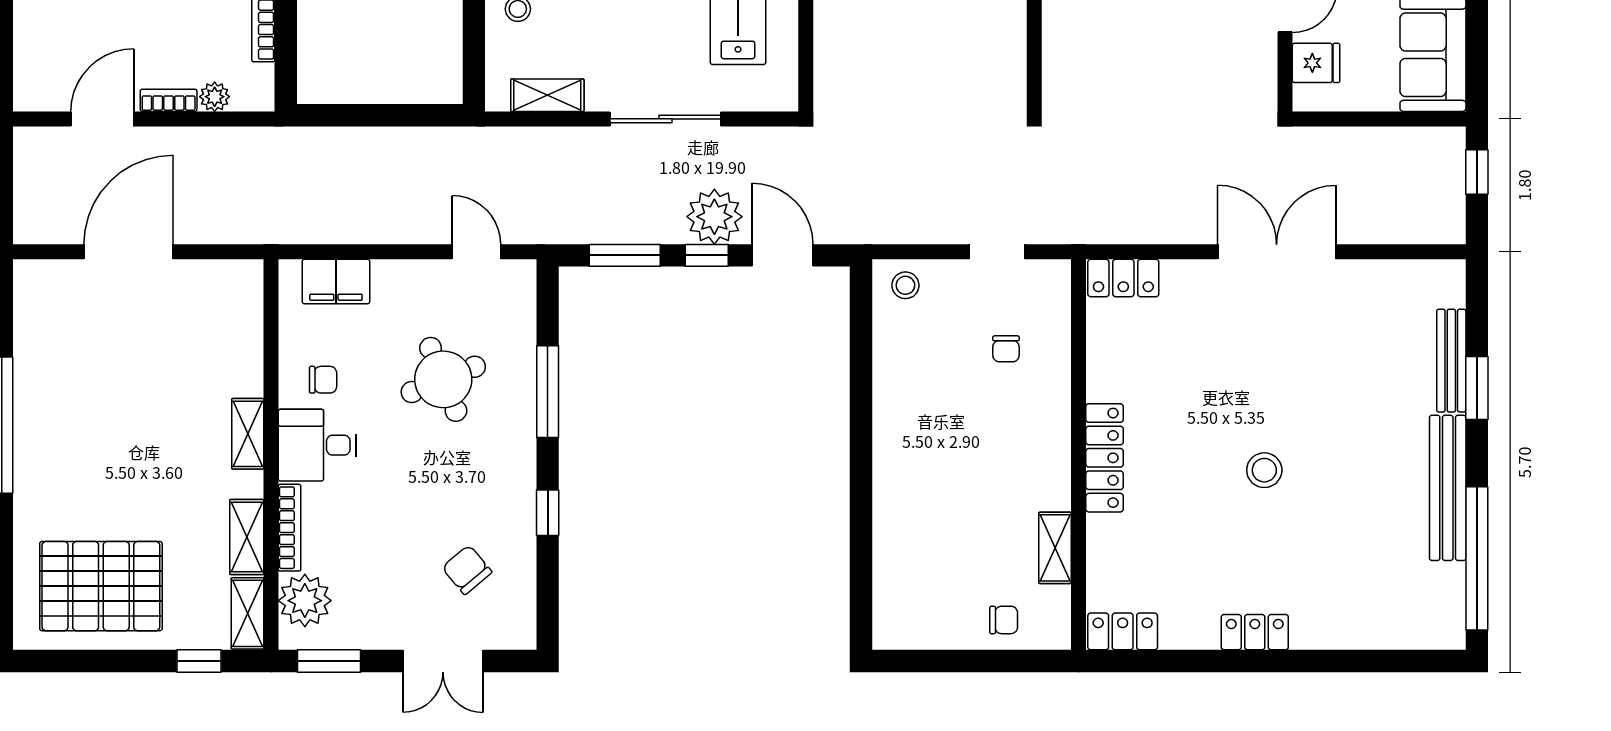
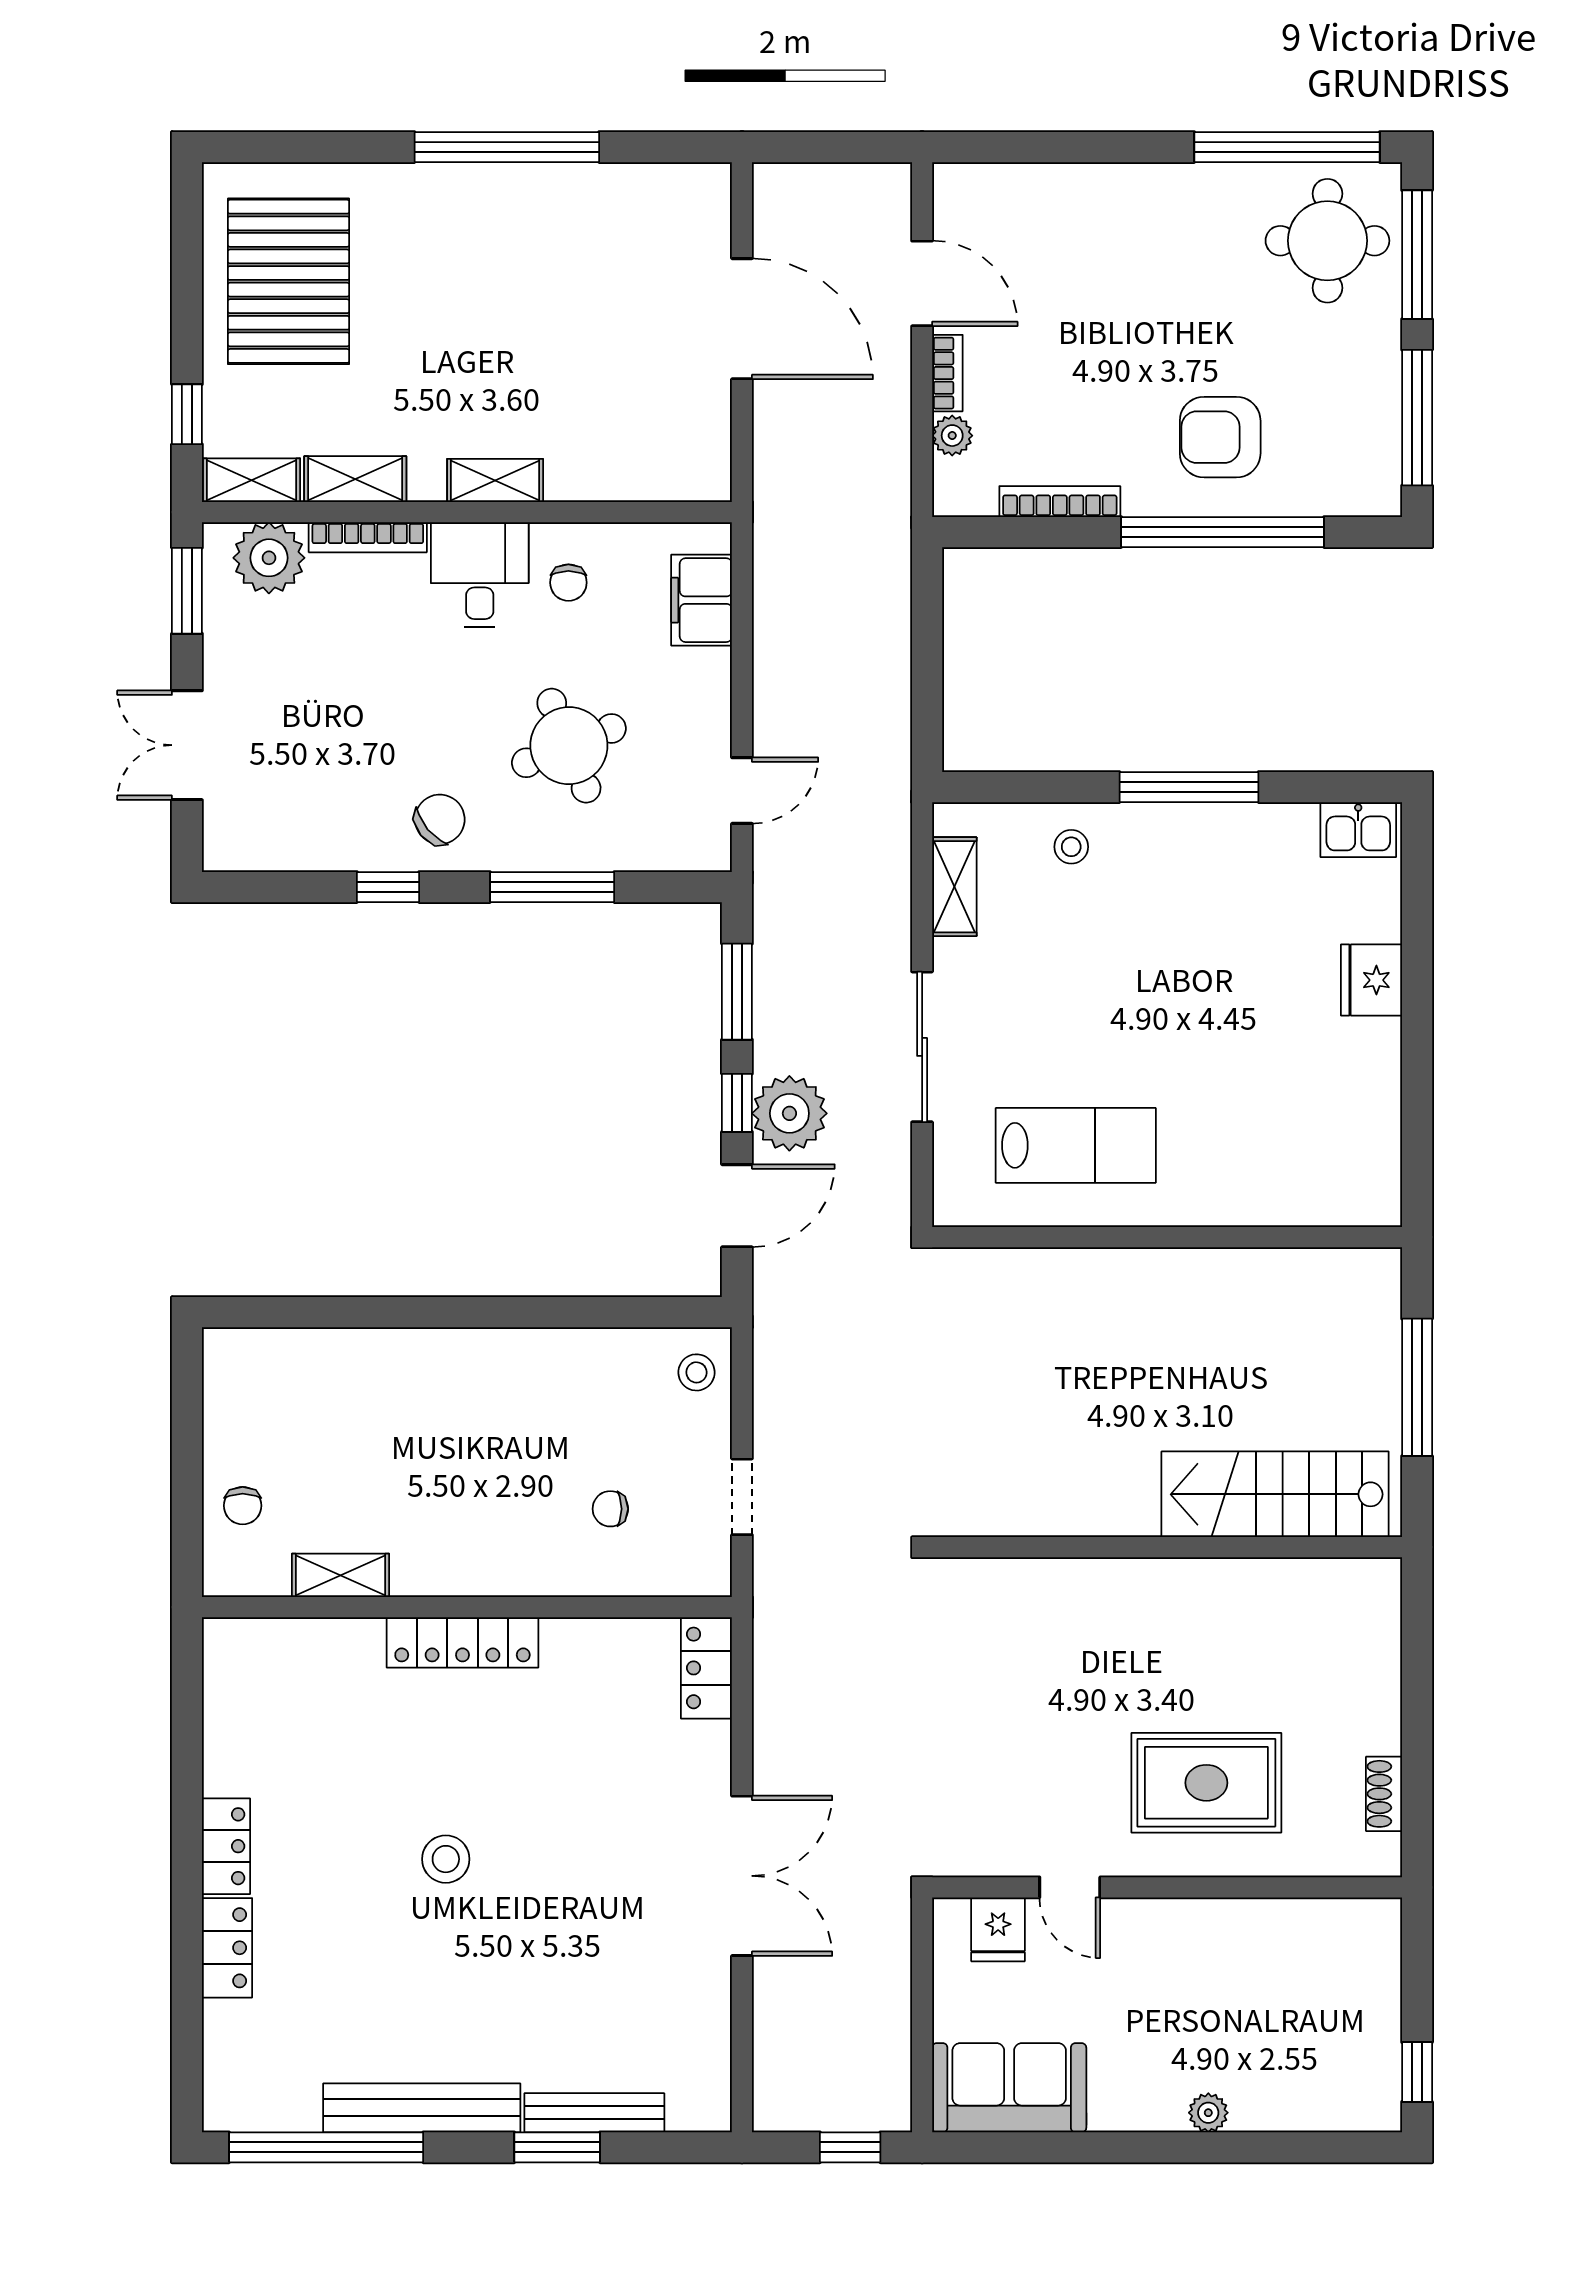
chair: (467, 570) -> (440, 819), moved
locker: (1123, 631) -> (227, 1948), moved

